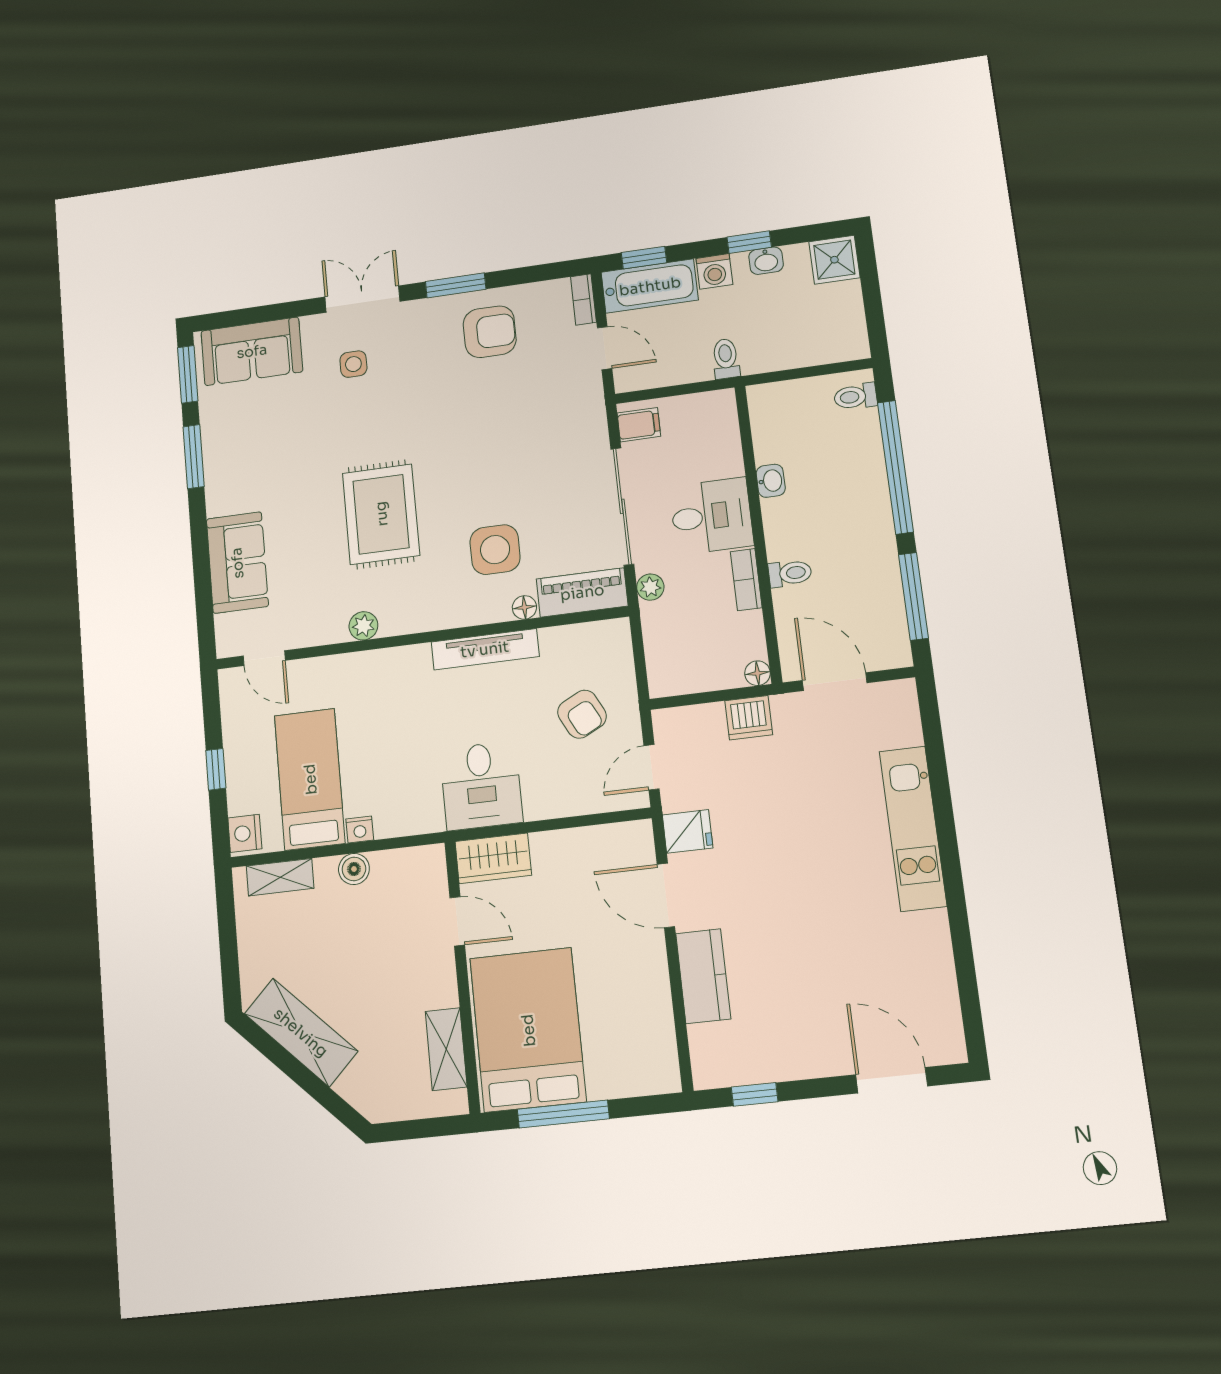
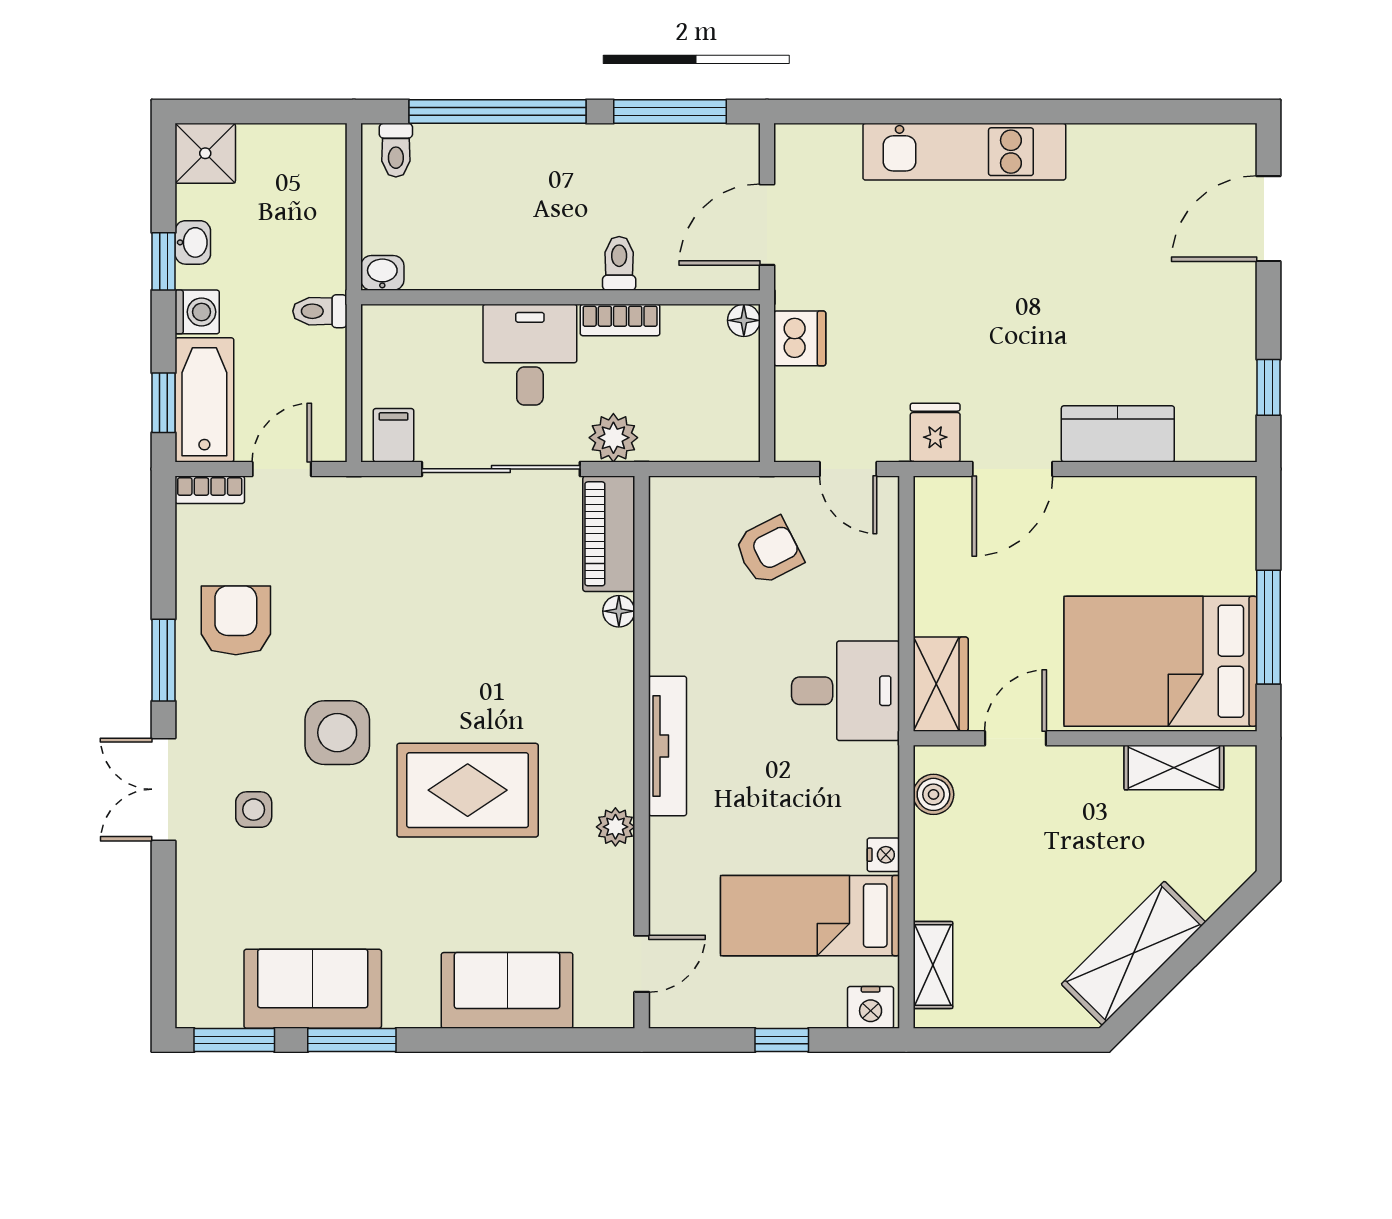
sofa: (252, 351) -> (313, 989), moved, turned -90
washbasin: (771, 481) -> (382, 273), moved
side table: (495, 550) -> (337, 733), moved
plant: (650, 587) -> (613, 438), width x1.38, depth x1.38
tv unit: (485, 649) -> (668, 746), moved
boiler: (354, 869) -> (933, 794), moved

